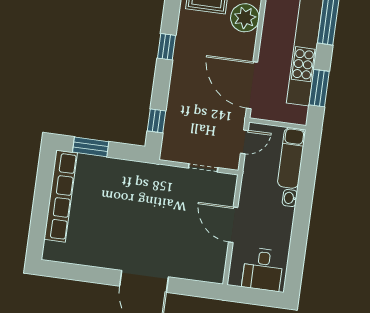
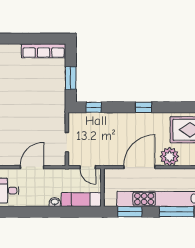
door: (252, 85) -> (139, 167), moved
window: (91, 147) -> (71, 78), moved
row of seats: (61, 196) -> (44, 51), width x0.73

